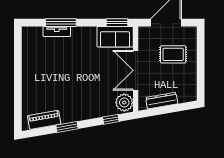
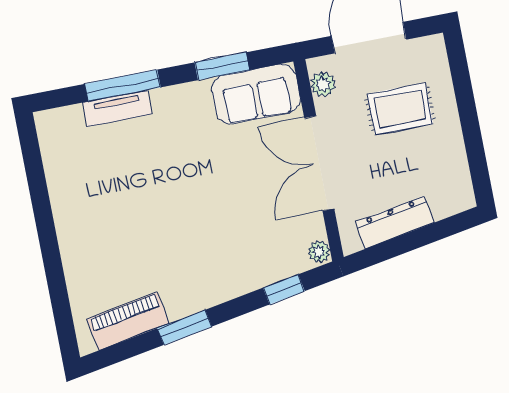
window: (117, 23) -> (222, 66), moved
plant: (143, 38) -> (323, 84), added
plant: (124, 103) -> (319, 252), width x0.53, depth x0.53

